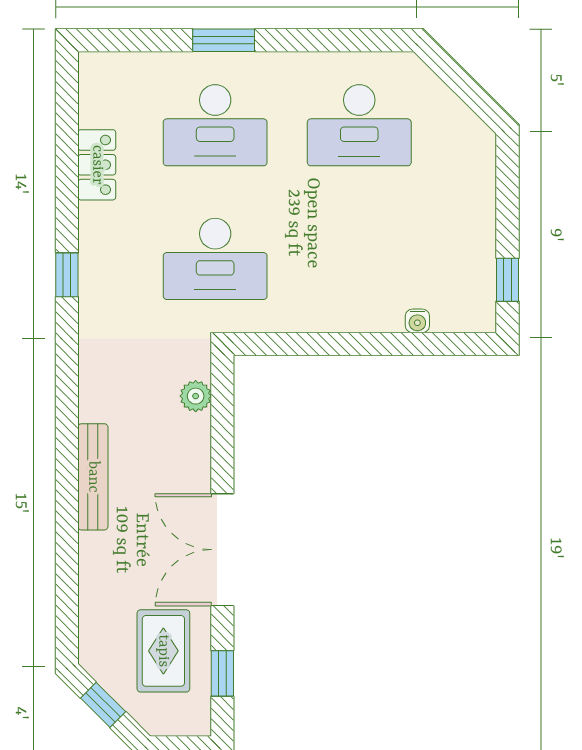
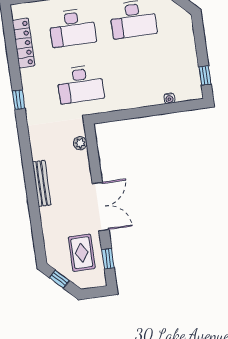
locker: (97, 165) -> (24, 43), width x1.53
double door: (222, 550) -> (101, 206), swing flipped

